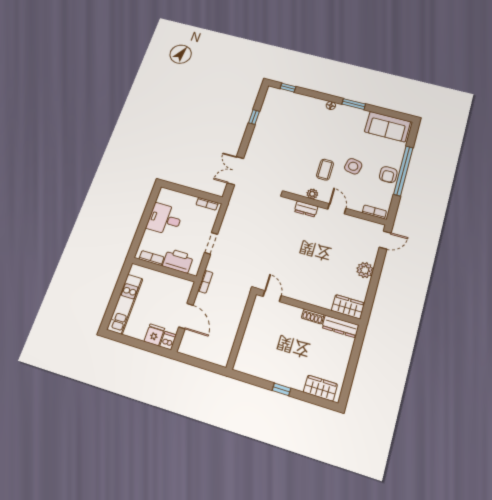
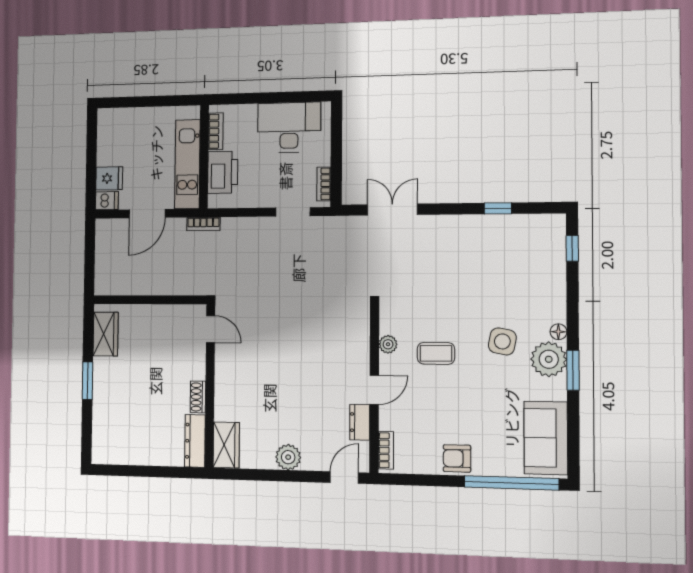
plant: (345, 114) -> (549, 359), added
side table: (353, 166) -> (502, 341), moved
window: (403, 171) -> (511, 483), moved
dresser: (306, 209) -> (360, 422), moved
desk: (165, 219) -> (289, 127), width x1.37
door: (385, 240) -> (344, 478), swing flipped
doorway: (211, 243) -> (293, 212), moved
door: (272, 296) -> (210, 329), hinge flipped
kitchen unit: (125, 304) -> (187, 164), moved, turned 90
wardrobe: (320, 388) -> (106, 334), moved
window: (281, 389) -> (88, 381), width x1.50

